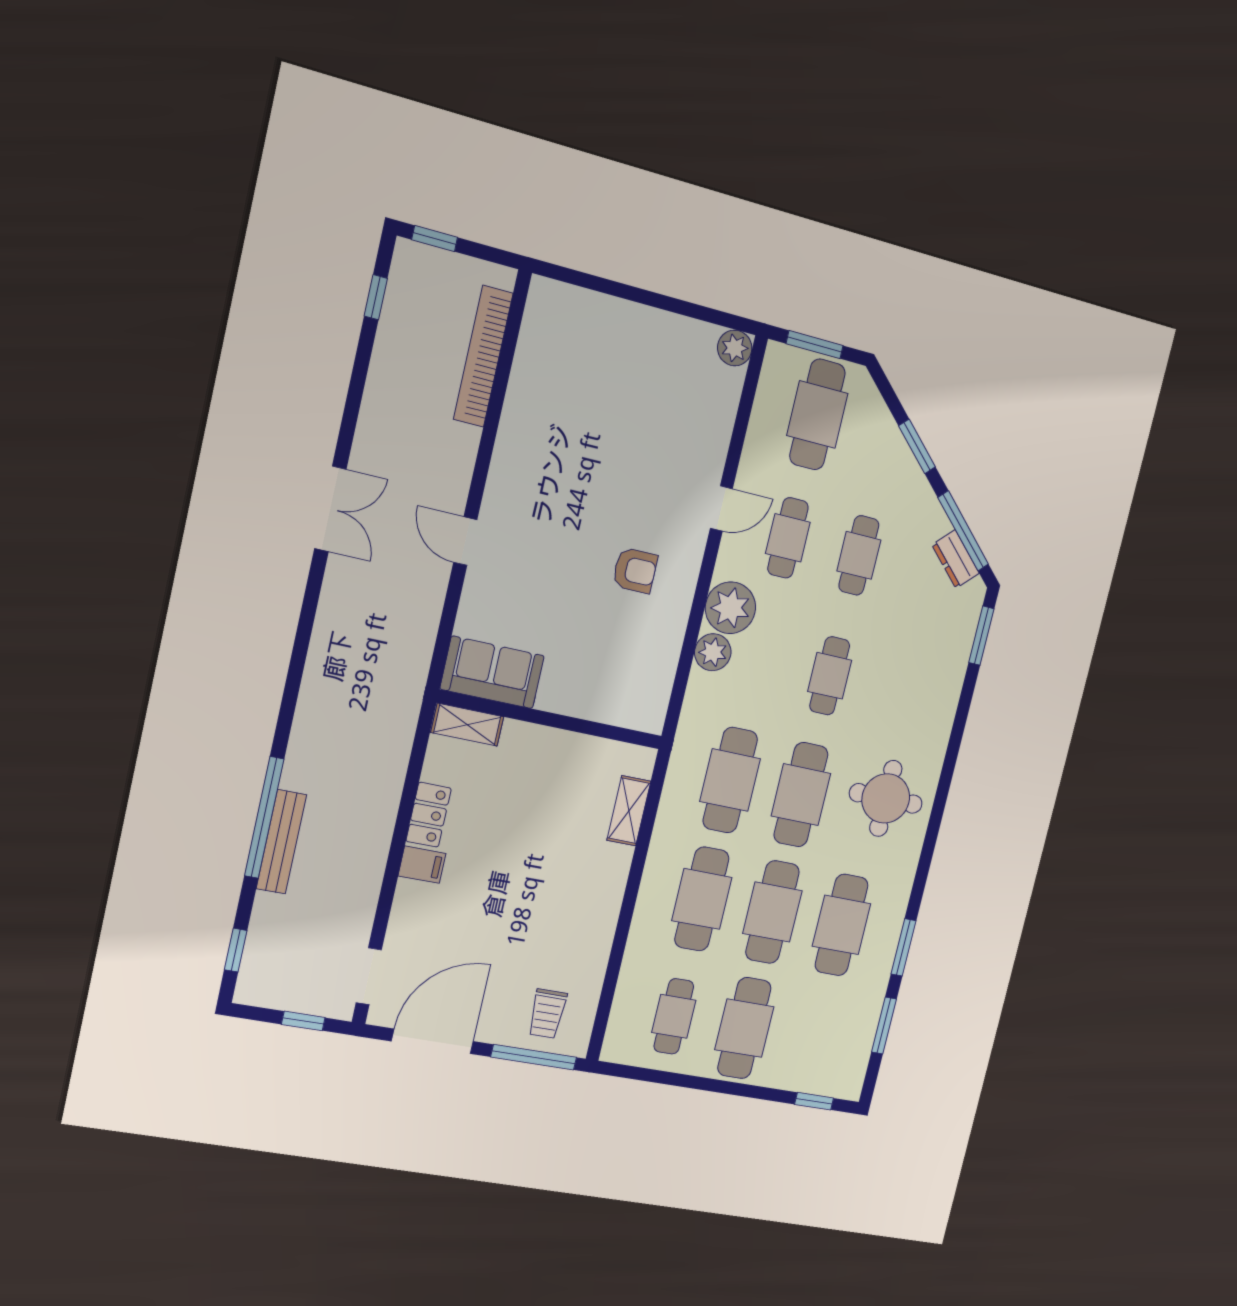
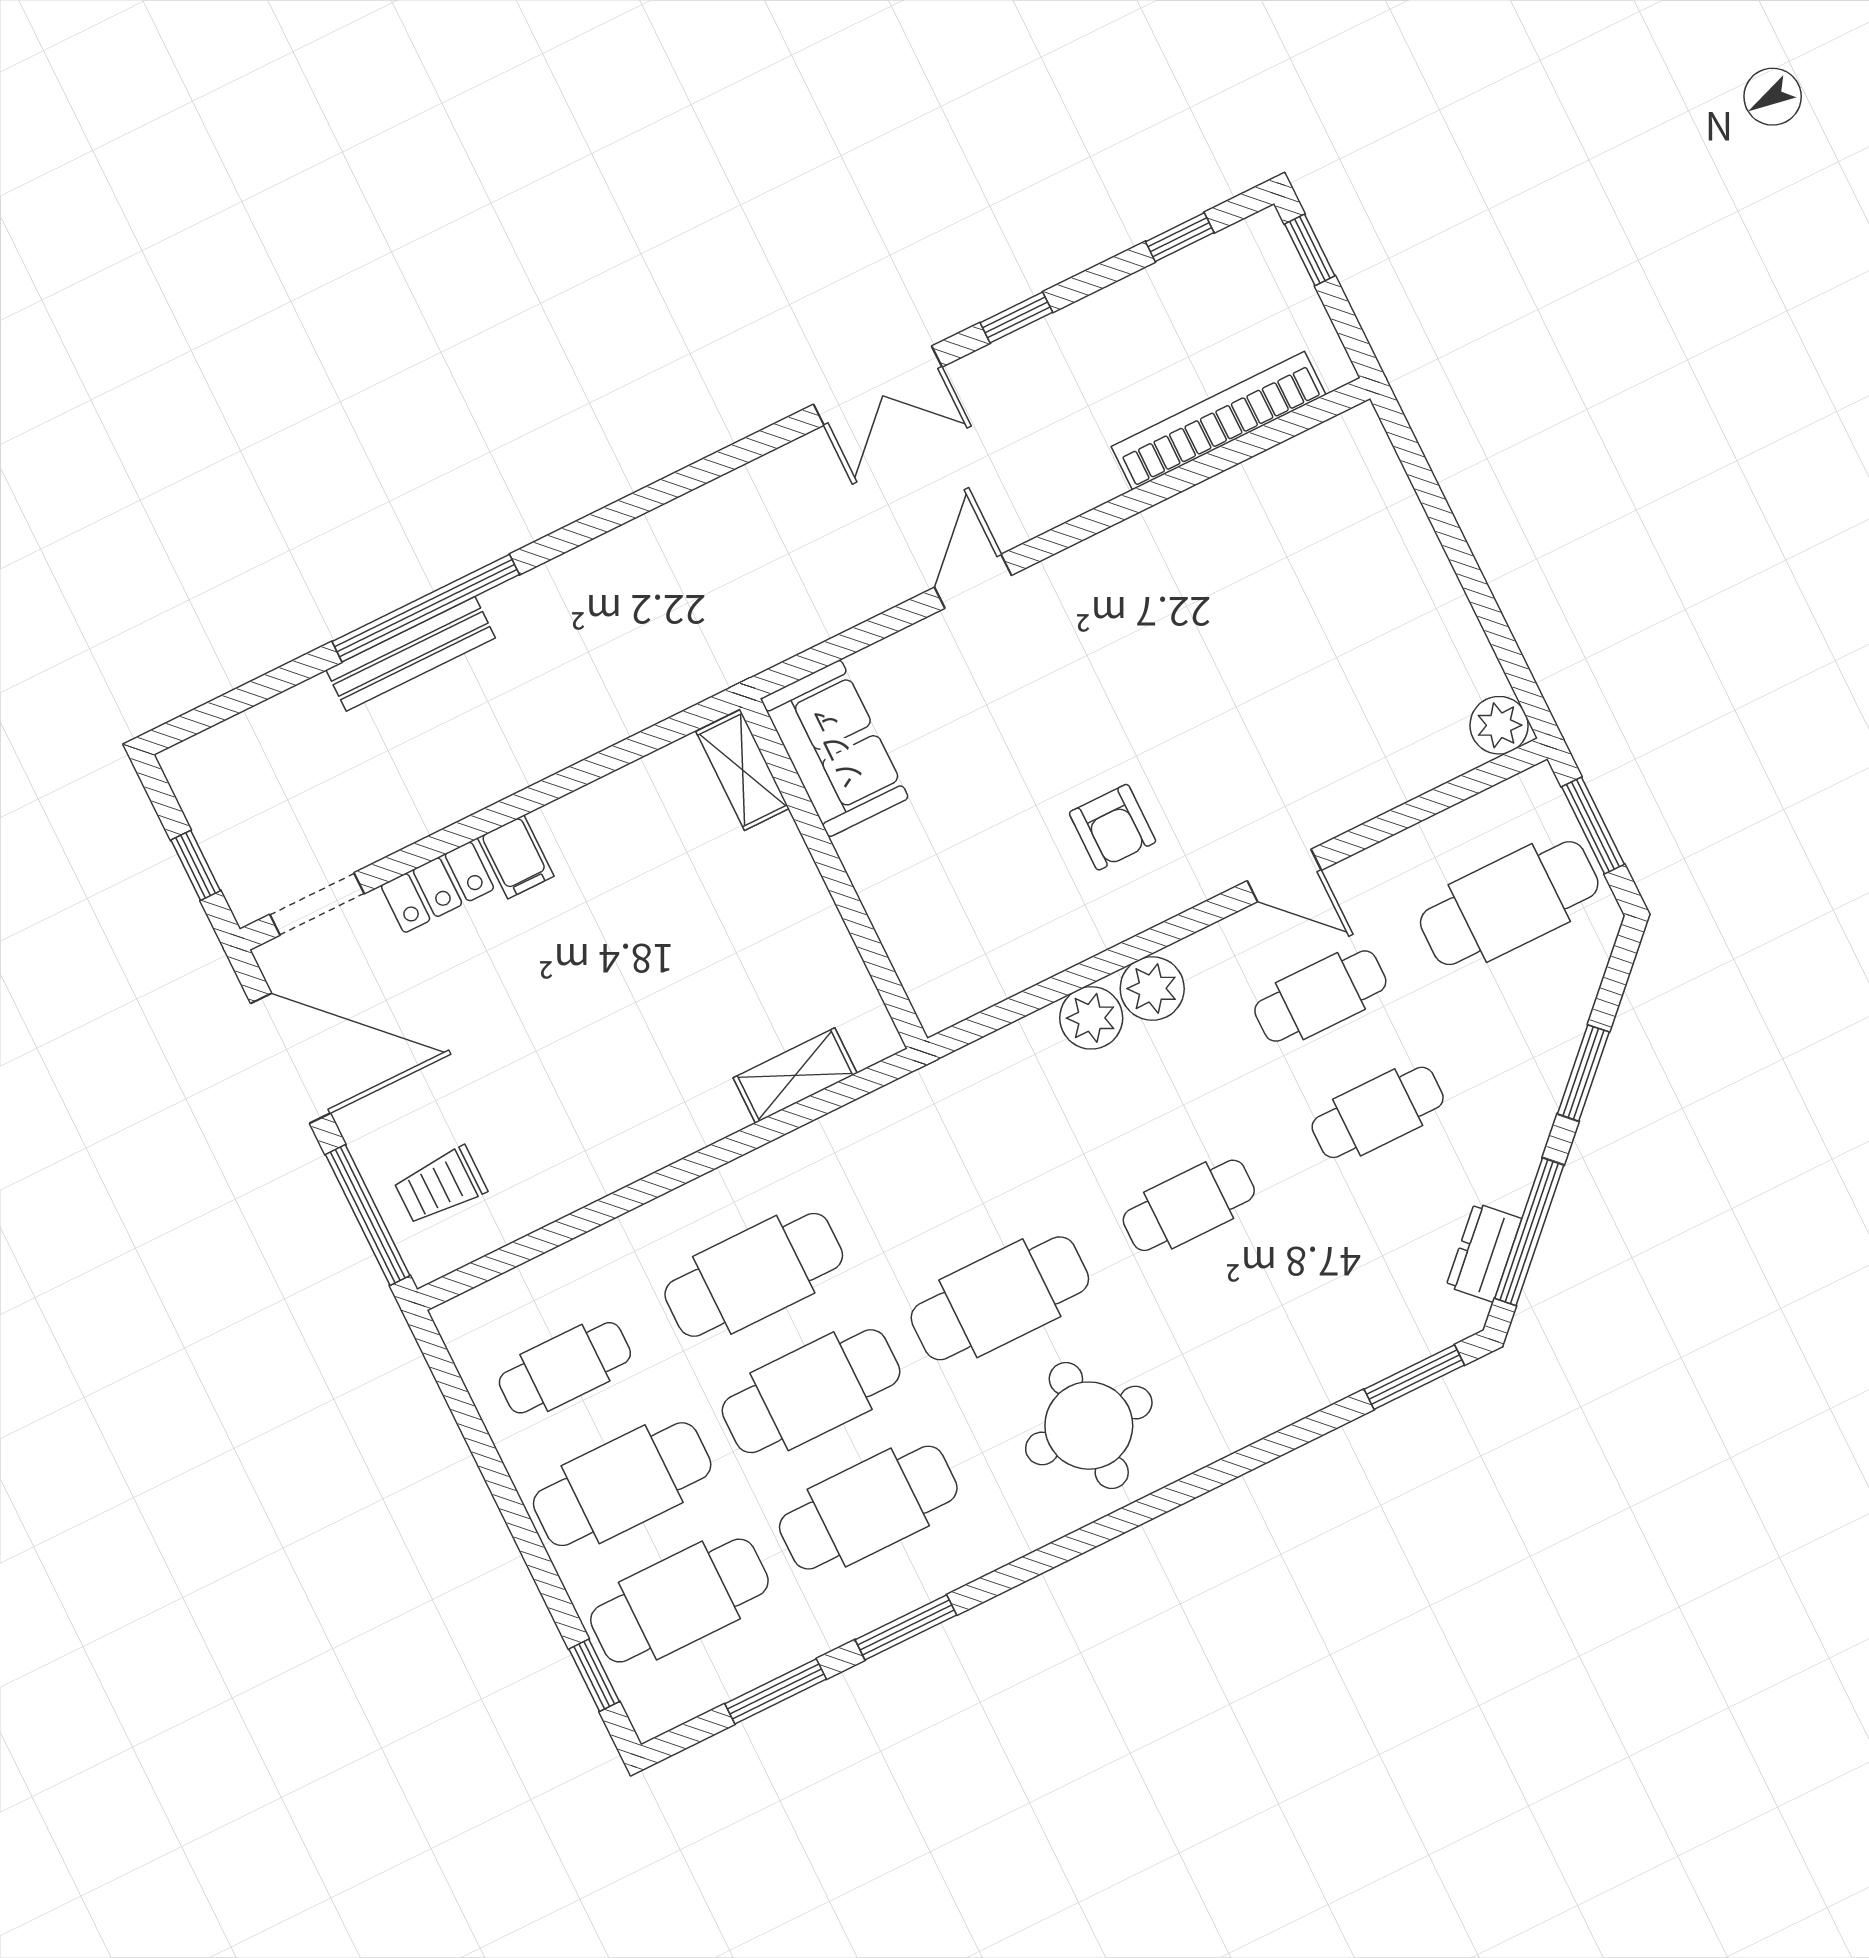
plant: (730, 608) -> (1152, 989), width x0.73, depth x0.73
cafe table: (730, 780) -> (679, 1601), moved
locker: (429, 815) -> (437, 887), moved
window: (236, 950) -> (1016, 318), moved

